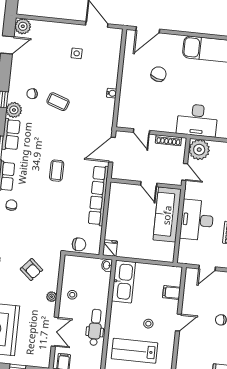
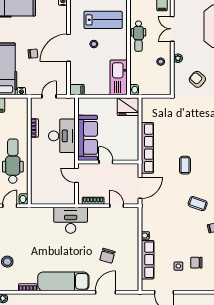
door: (148, 30) -> (105, 292), moved
row of seats: (112, 65) -> (148, 260), added
coffee table: (58, 102) -> (198, 204), moved
plant: (199, 150) -> (66, 196), removed
chair: (79, 244) -> (196, 263), moved
fridge: (110, 248) -> (128, 107), width x1.88, depth x1.34
filing cabinet: (172, 292) -> (77, 90), moved
door: (178, 322) -> (68, 48), width x1.87

